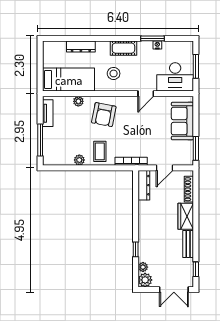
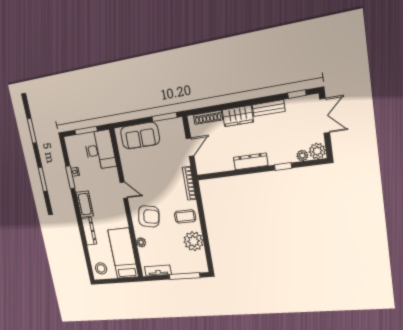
dresser: (81, 47) -> (89, 231), moved
stool: (114, 73) -> (101, 268), moved
door: (146, 94) -> (124, 190), moved
plant: (79, 160) -> (193, 241), width x1.88, depth x1.88
door: (165, 168) -> (190, 147), hinge flipped
dresser: (144, 185) -> (251, 161), moved

